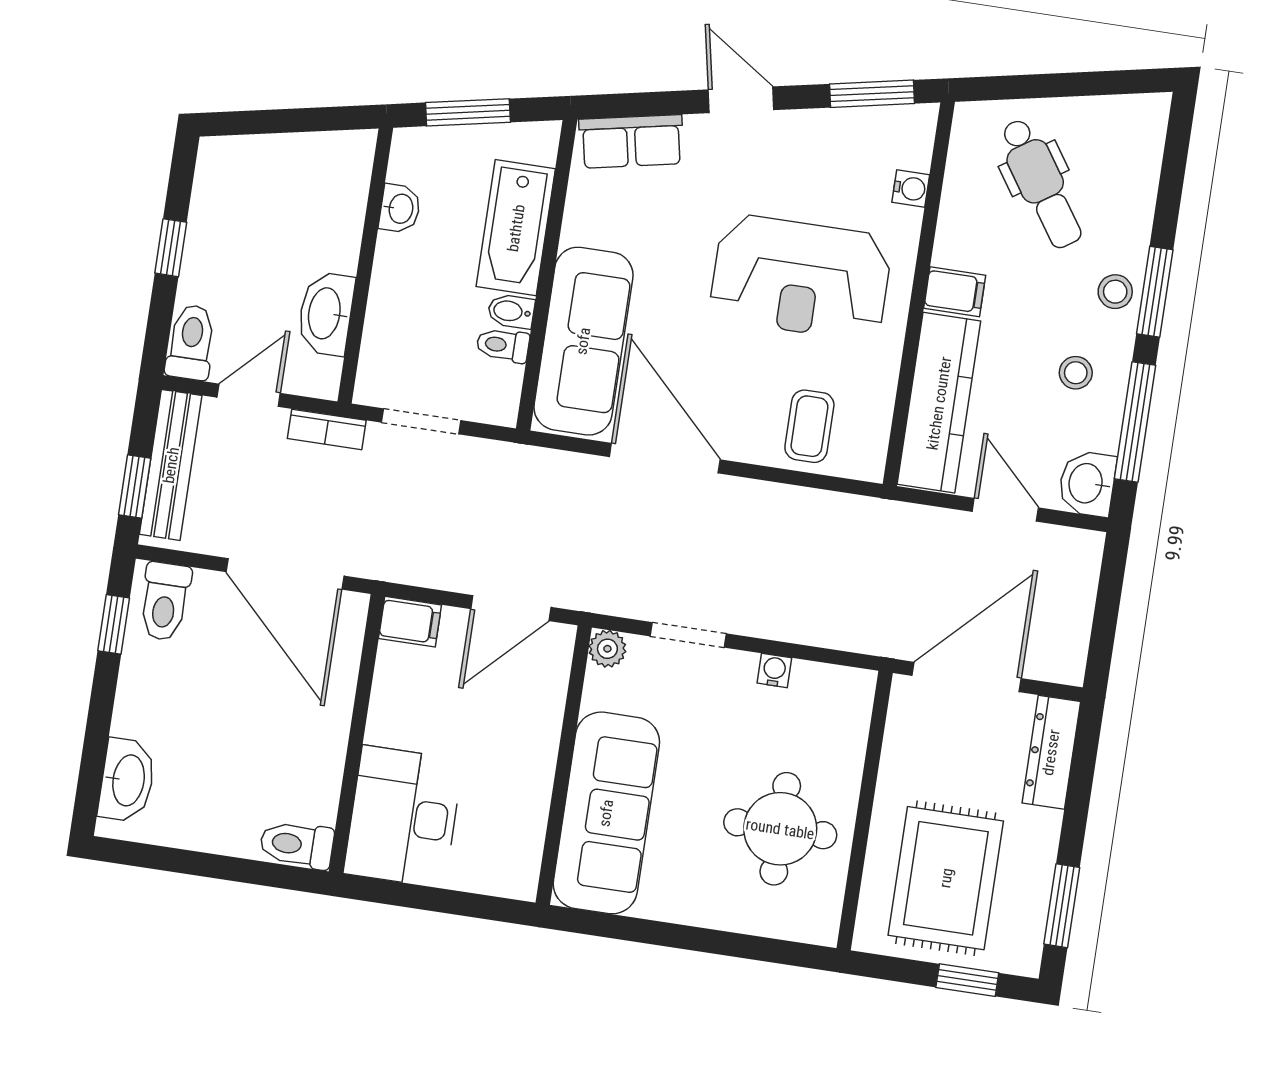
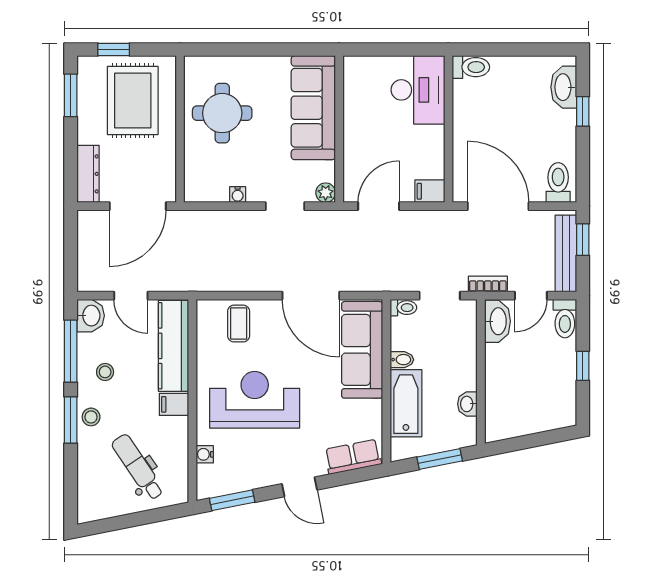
washbasin: (326, 314) -> (497, 321), moved
toilet: (503, 345) -> (403, 308), moved
window: (114, 624) -> (583, 111), moved

